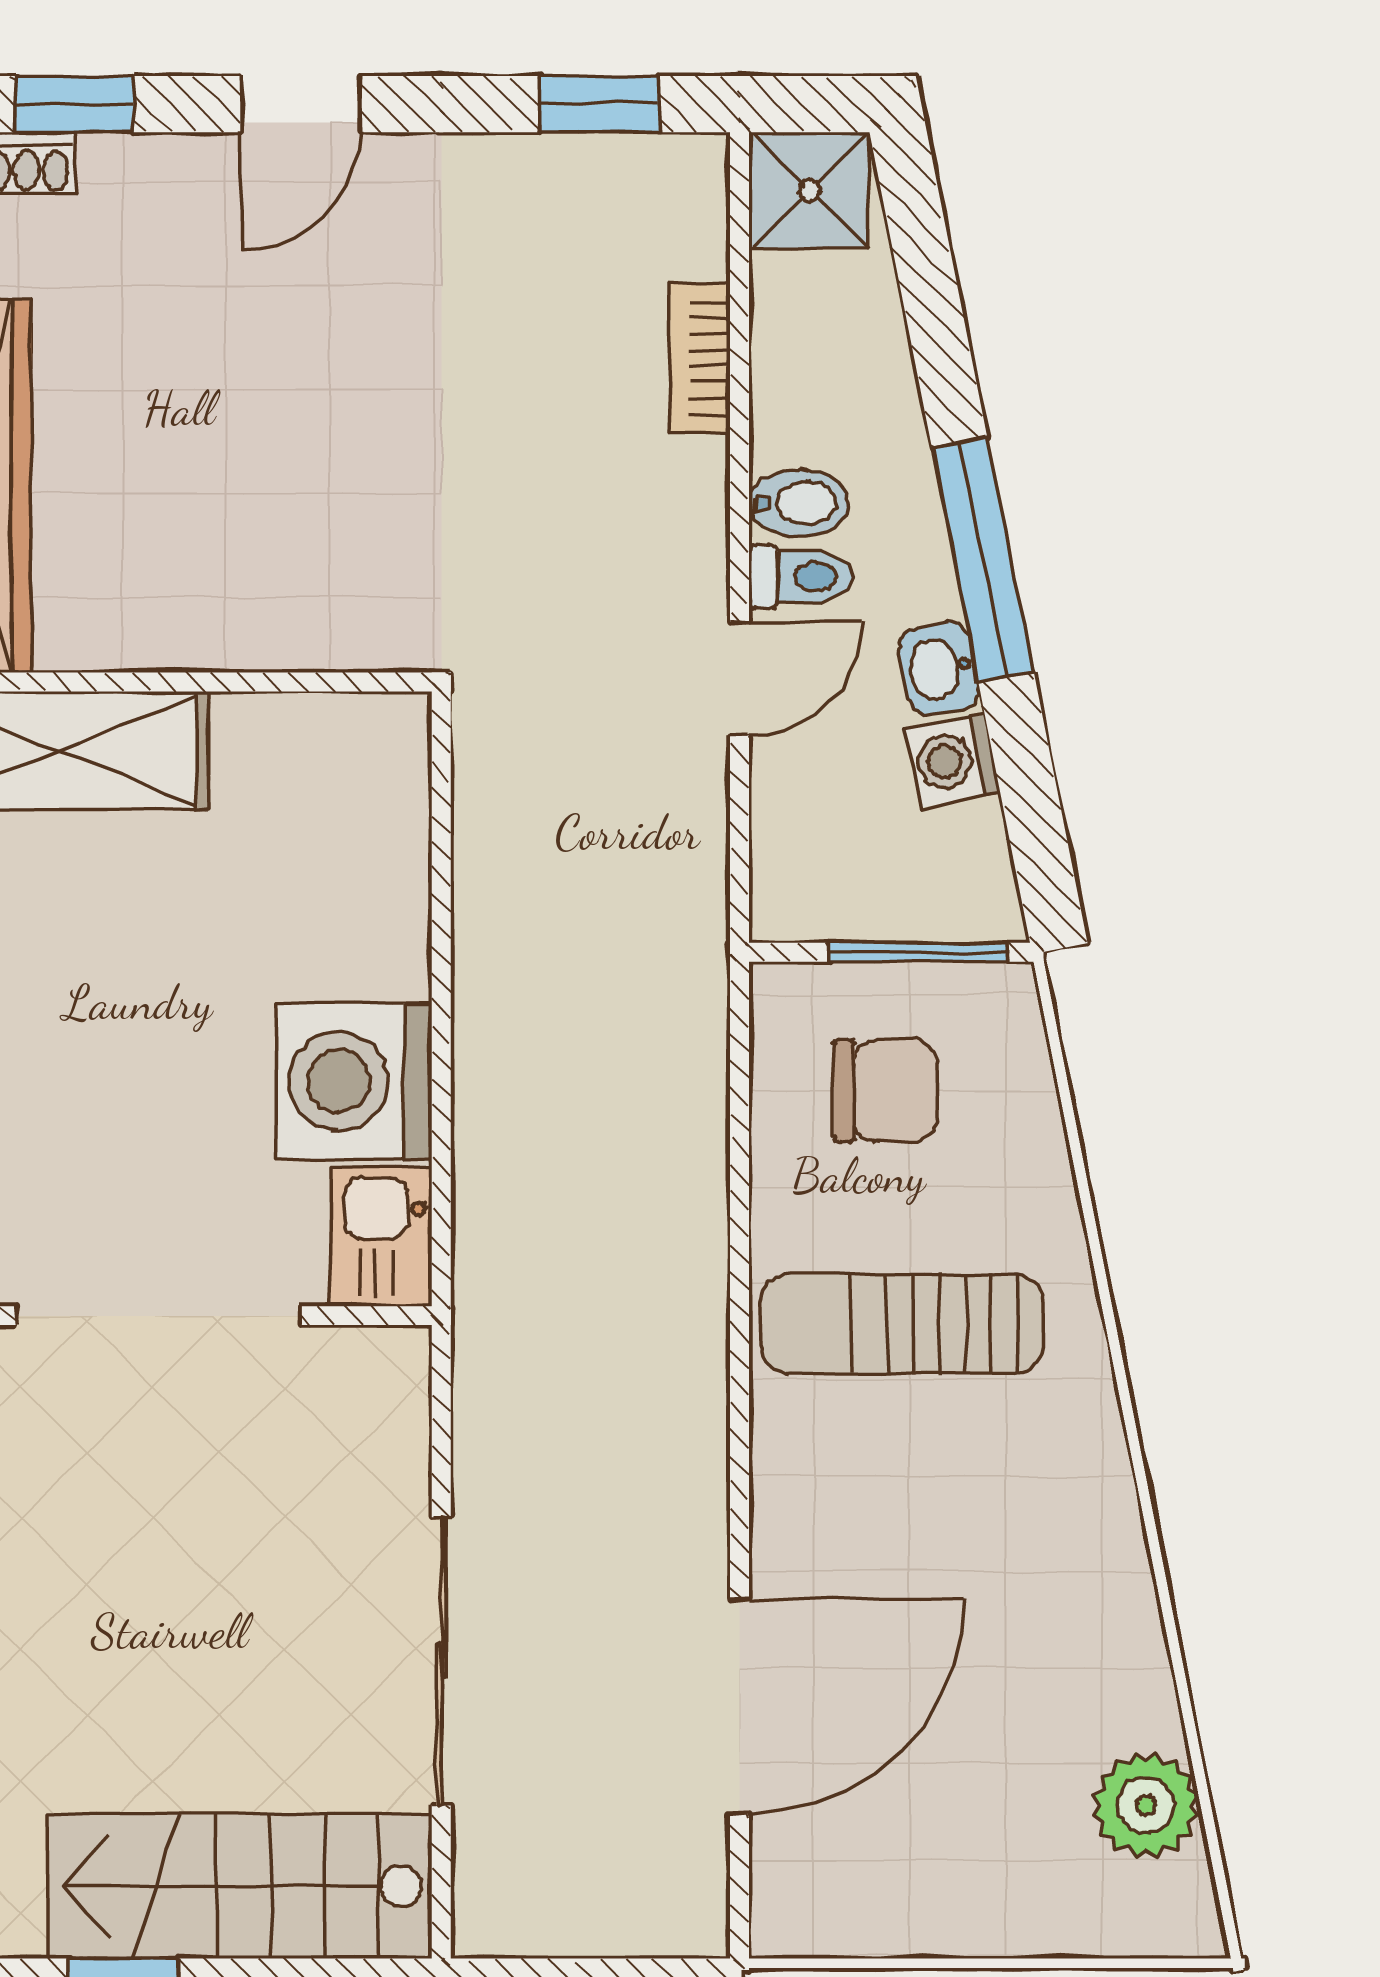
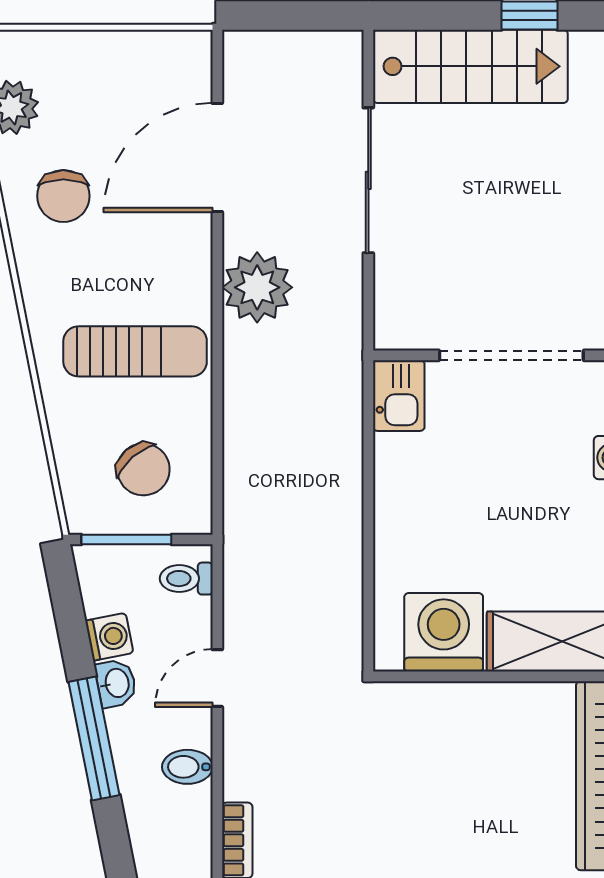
toilet: (801, 577) -> (186, 579), moved
washing machine: (354, 1081) -> (444, 632), moved, turned -90
chair: (885, 1091) -> (143, 469), turned -131
plant: (661, 1450) -> (257, 287), added
chair: (1043, 1630) -> (63, 196), added

